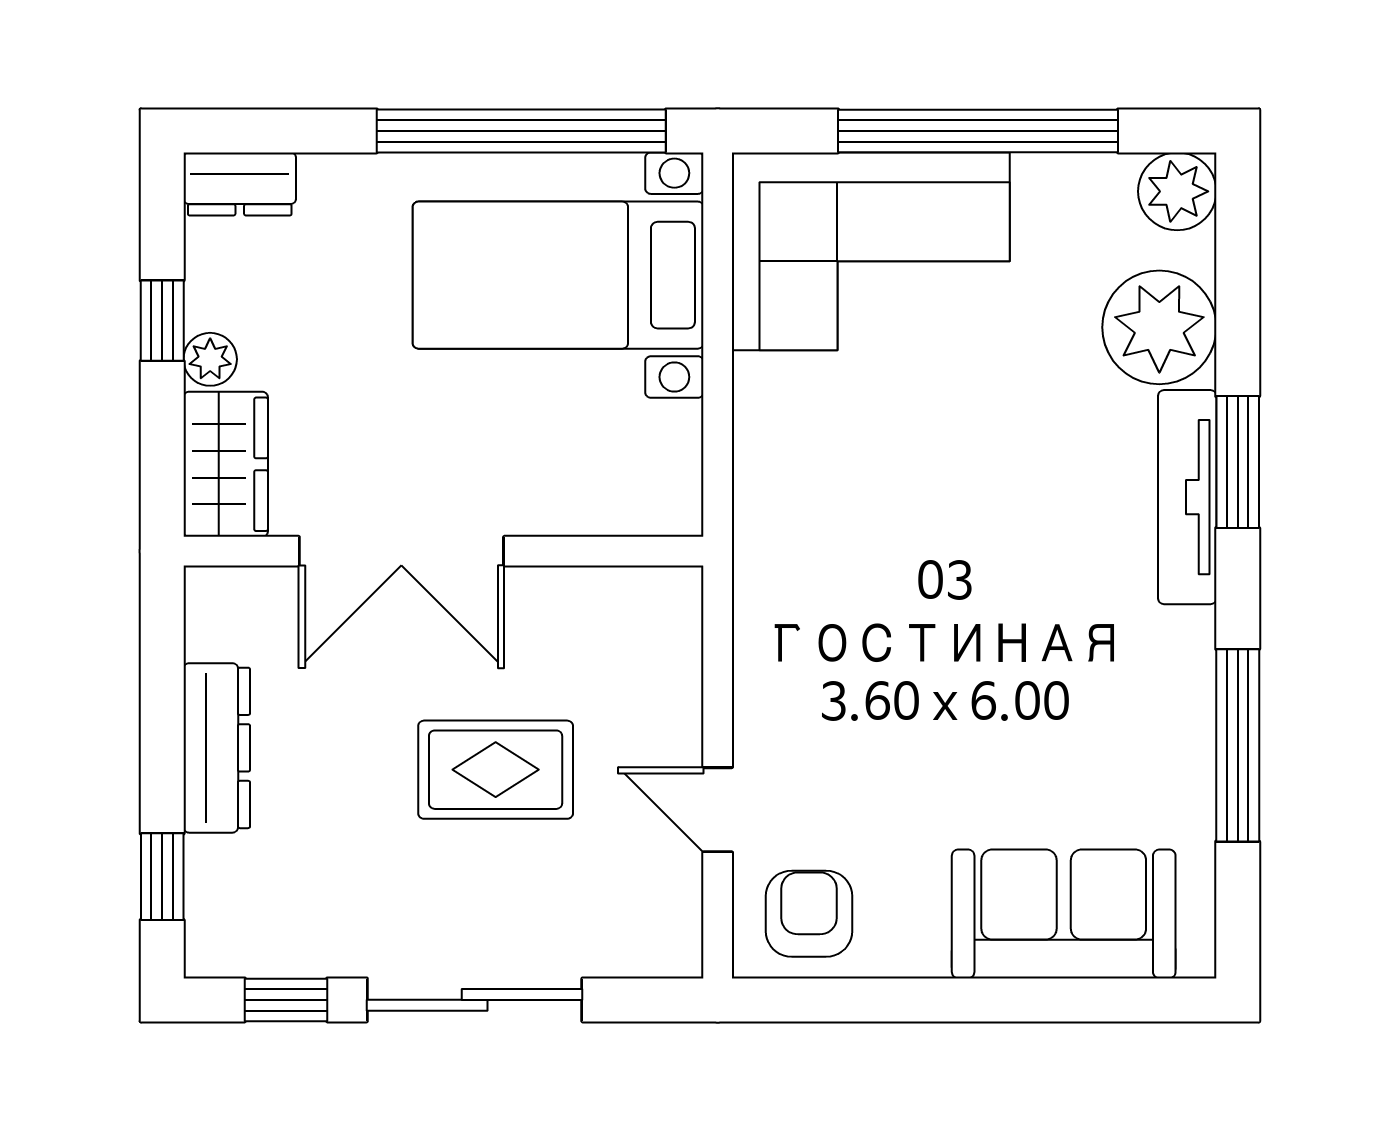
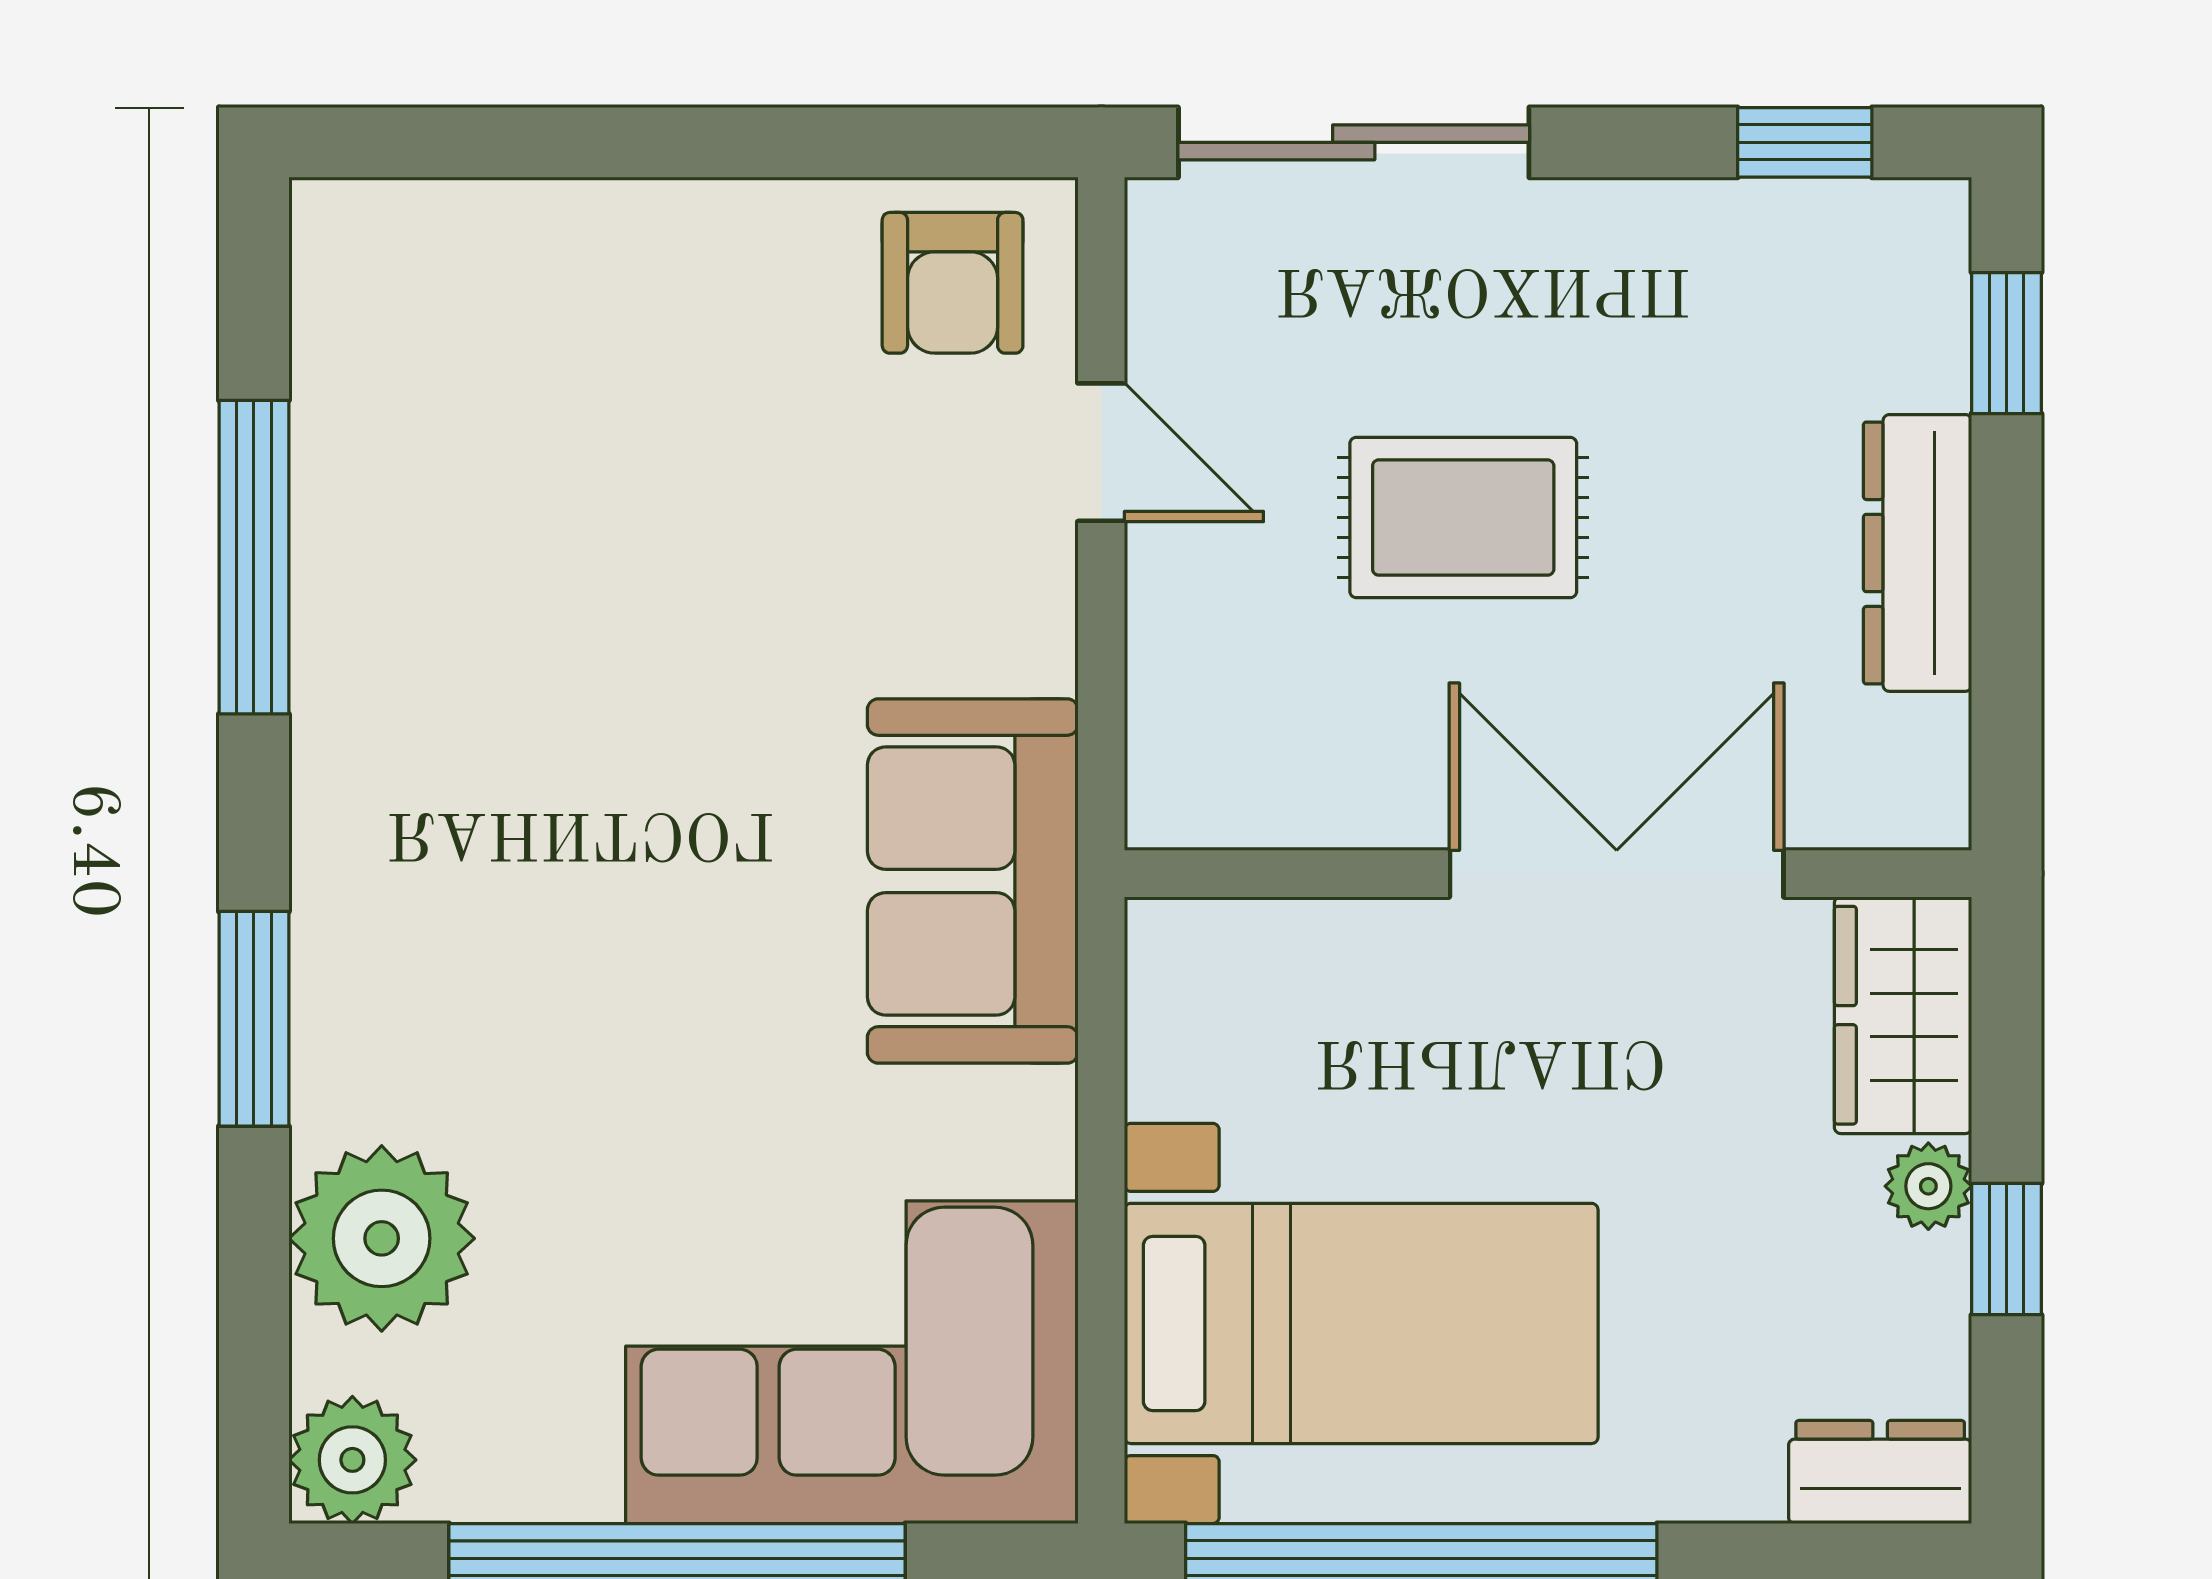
tv unit: (1187, 497) -> (336, 962), removed
sofa: (1064, 914) -> (973, 881), moved, turned 90
sliding door: (475, 1000) -> (1354, 142), moved

